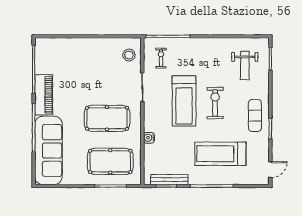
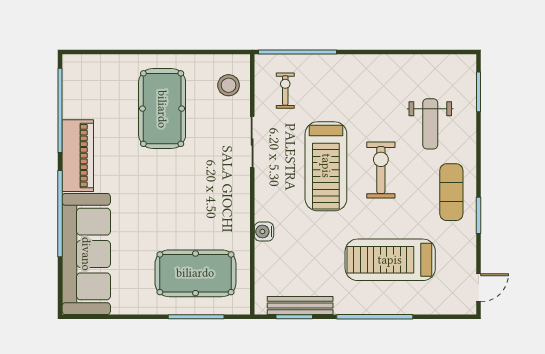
weight bench: (245, 65) -> (430, 124), moved
pool table: (107, 118) -> (162, 109), moved, turned 90

